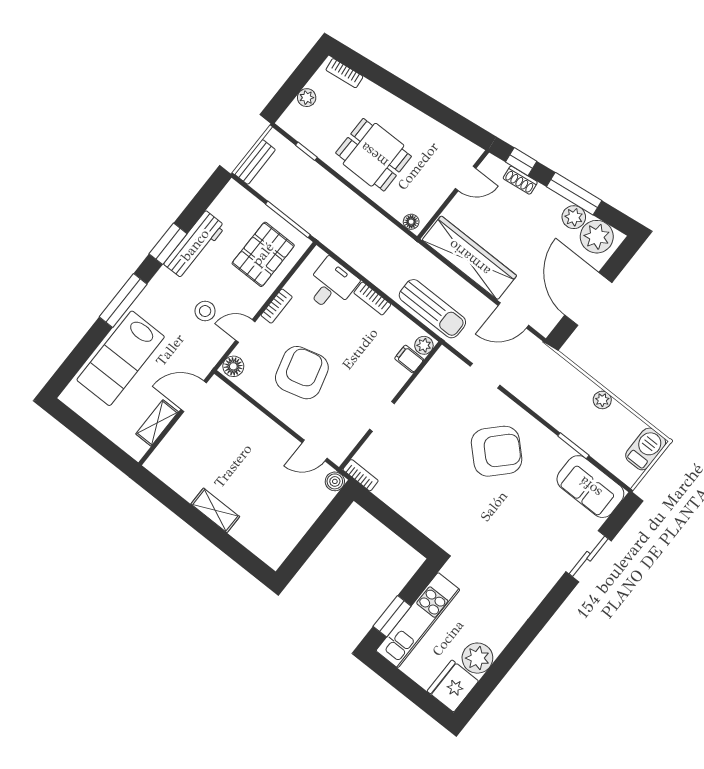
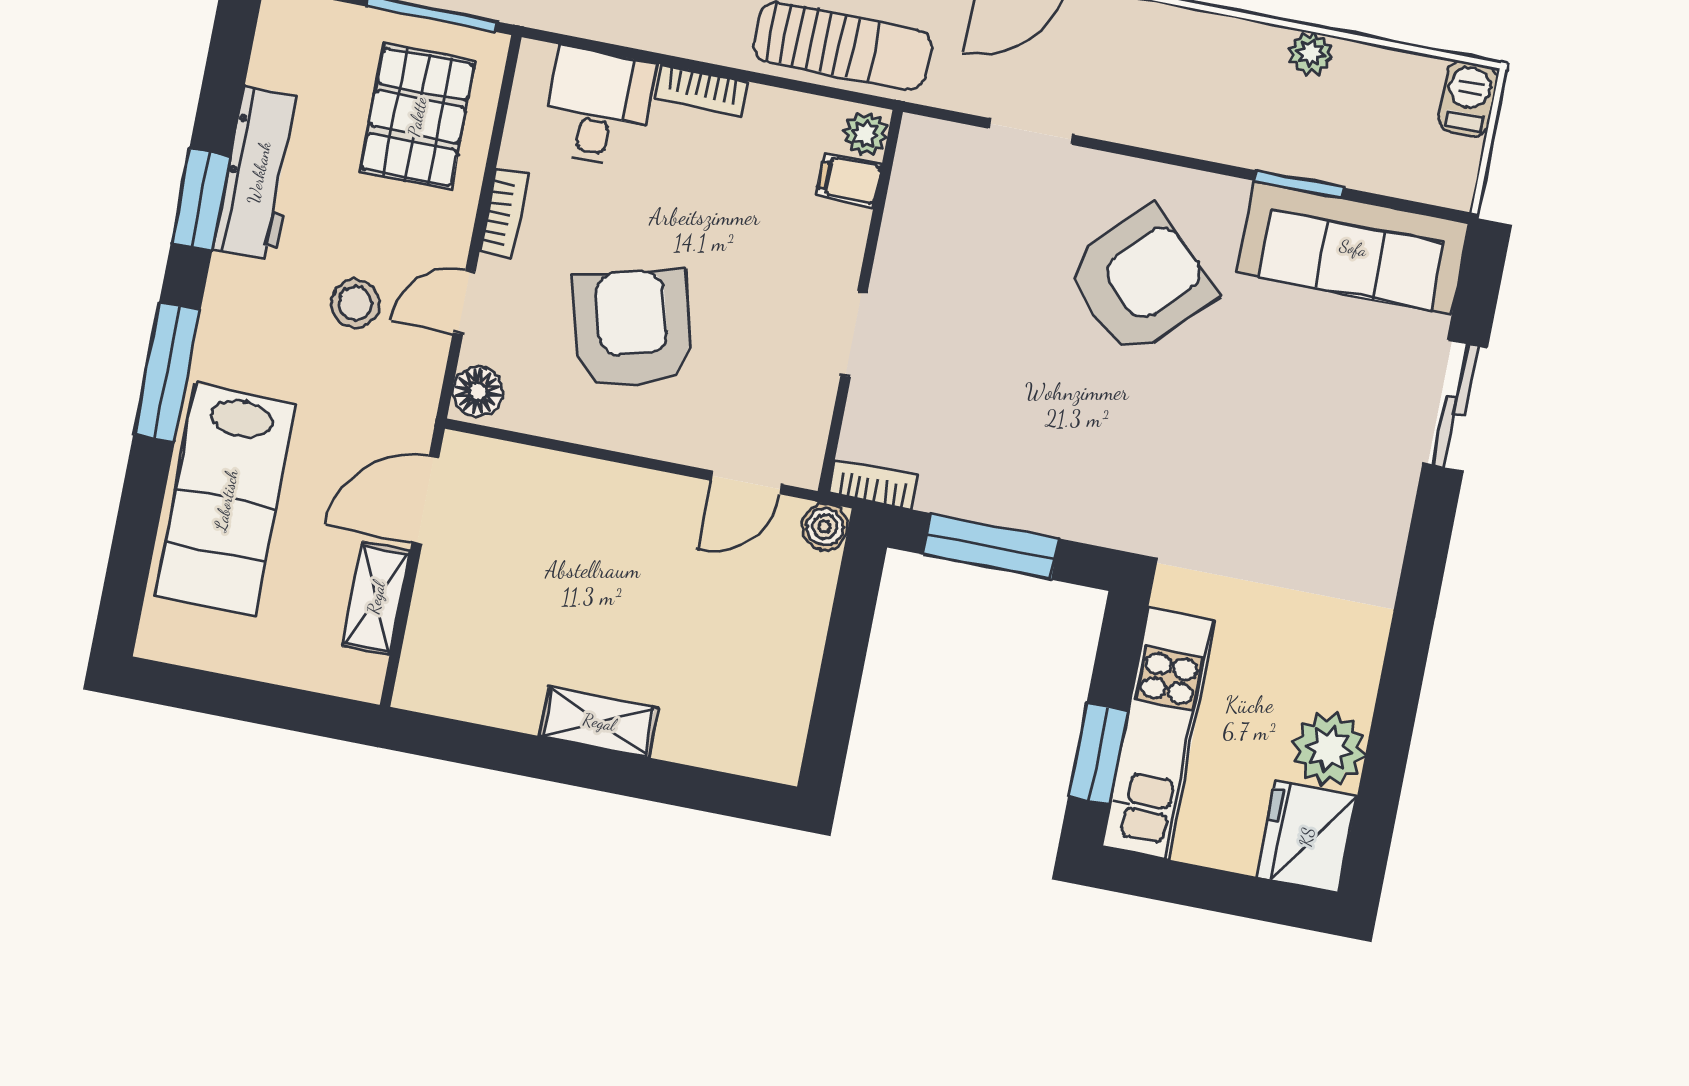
barbecue: (646, 449) -> (1468, 99), width x0.73, depth x0.79
sofa: (590, 487) -> (1353, 248), width x1.36
window: (392, 520) -> (991, 546), added

